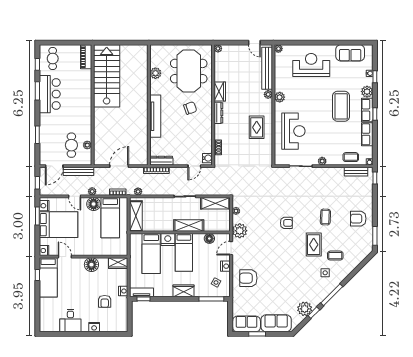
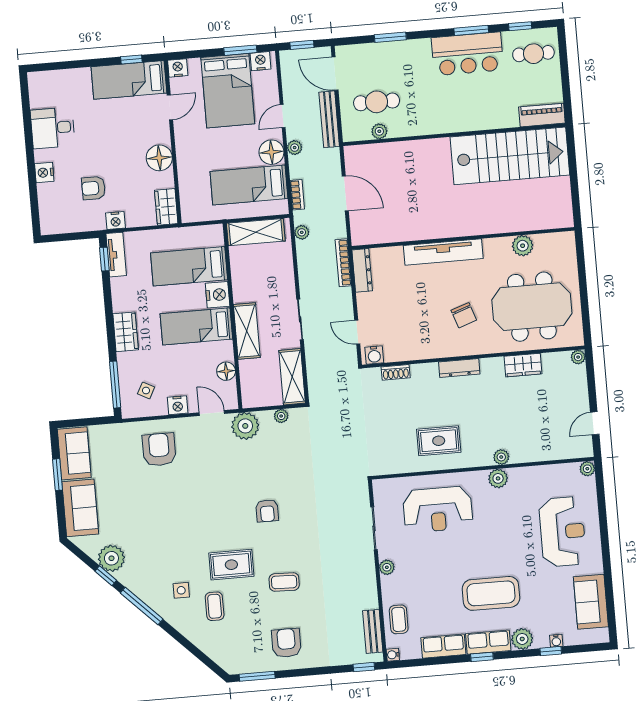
bench: (267, 68) -> (549, 451), removed
wardrobe: (220, 92) -> (523, 365), moved

